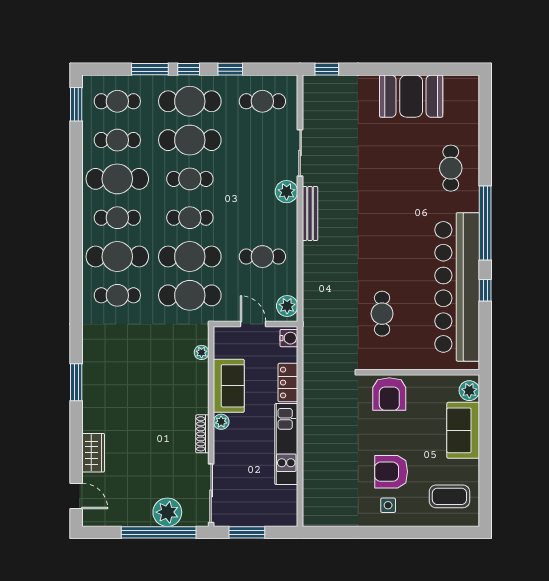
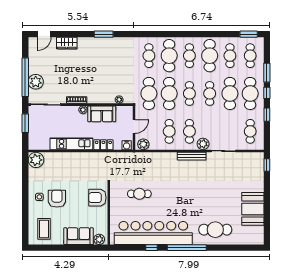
cafe table: (451, 168) -> (215, 230), width x1.37, depth x1.35
cafe table: (262, 218) -> (189, 131), added
plant: (317, 512) -> (36, 160), added

